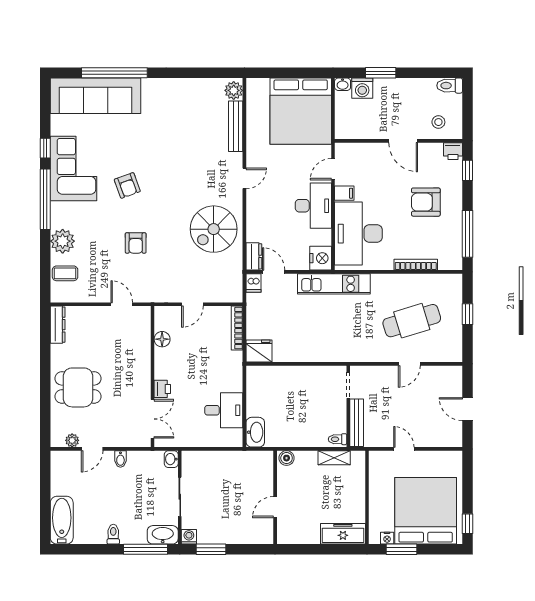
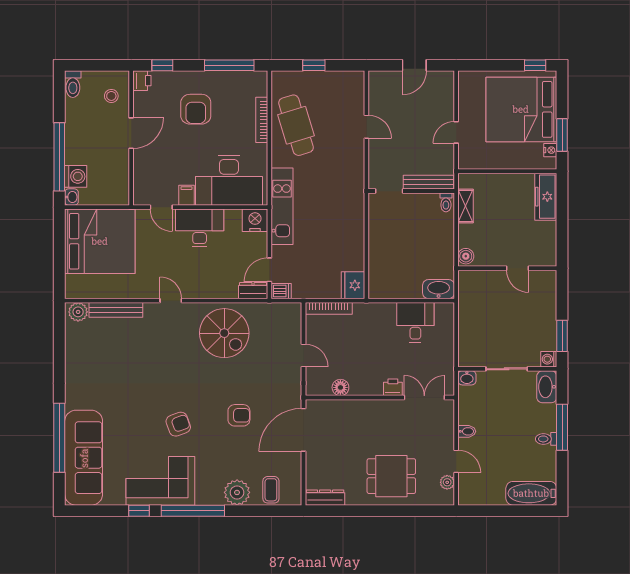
window: (381, 73) -> (59, 157), width x2.11
door: (122, 304) -> (304, 430), width x1.88
cafe table: (412, 321) -> (296, 125), moved
dining table: (78, 387) -> (391, 476), turned 90
window: (146, 549) -> (562, 427), moved

